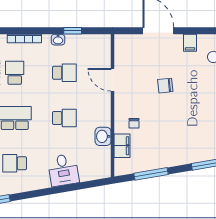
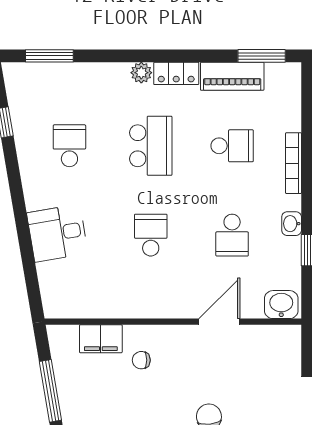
school desk: (64, 118) -> (151, 235), turned 180
washbasin: (103, 136) -> (281, 305), moved

